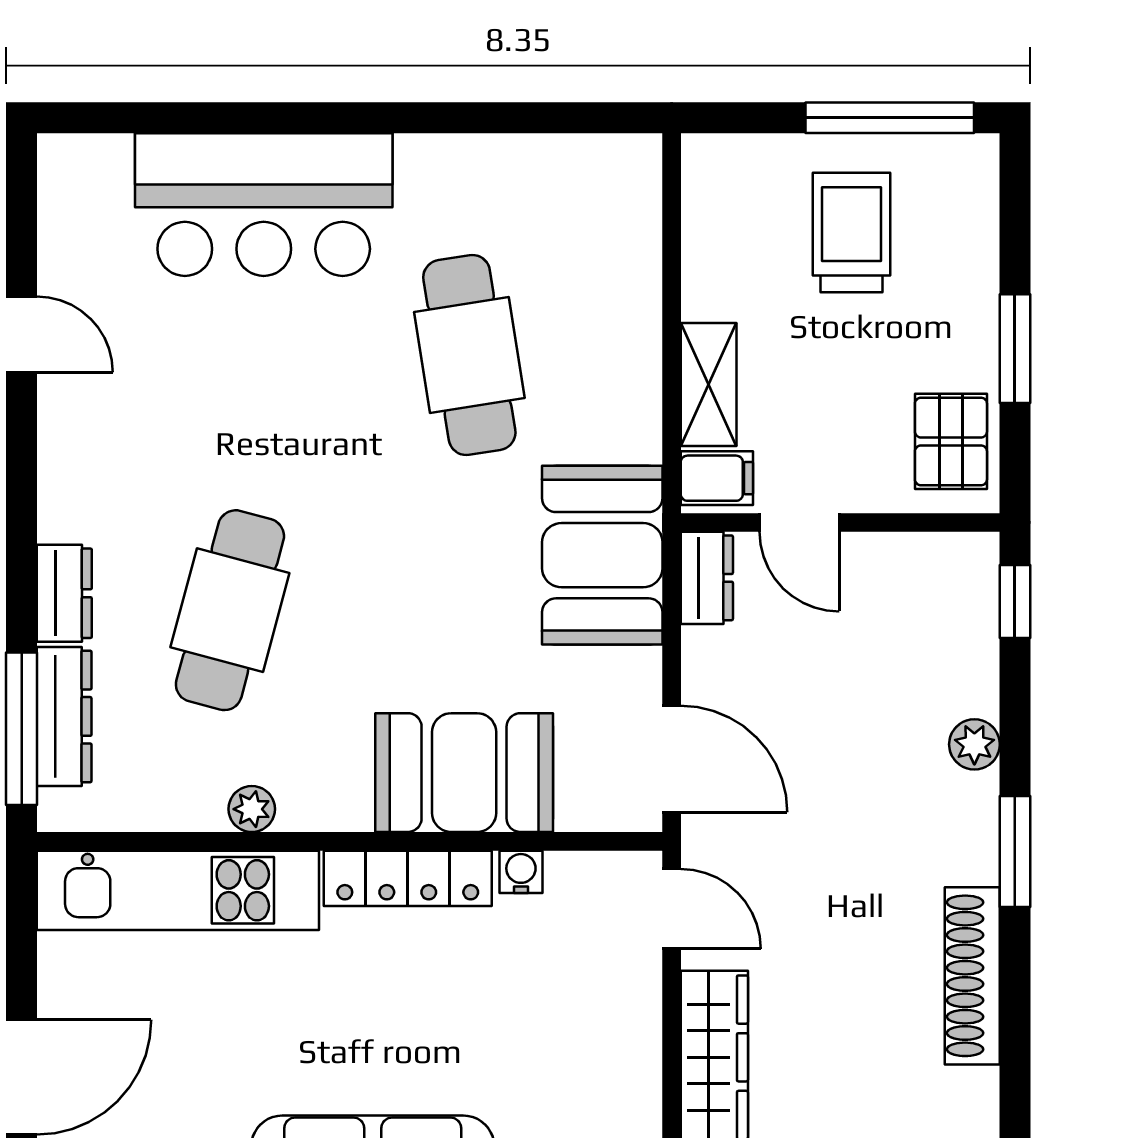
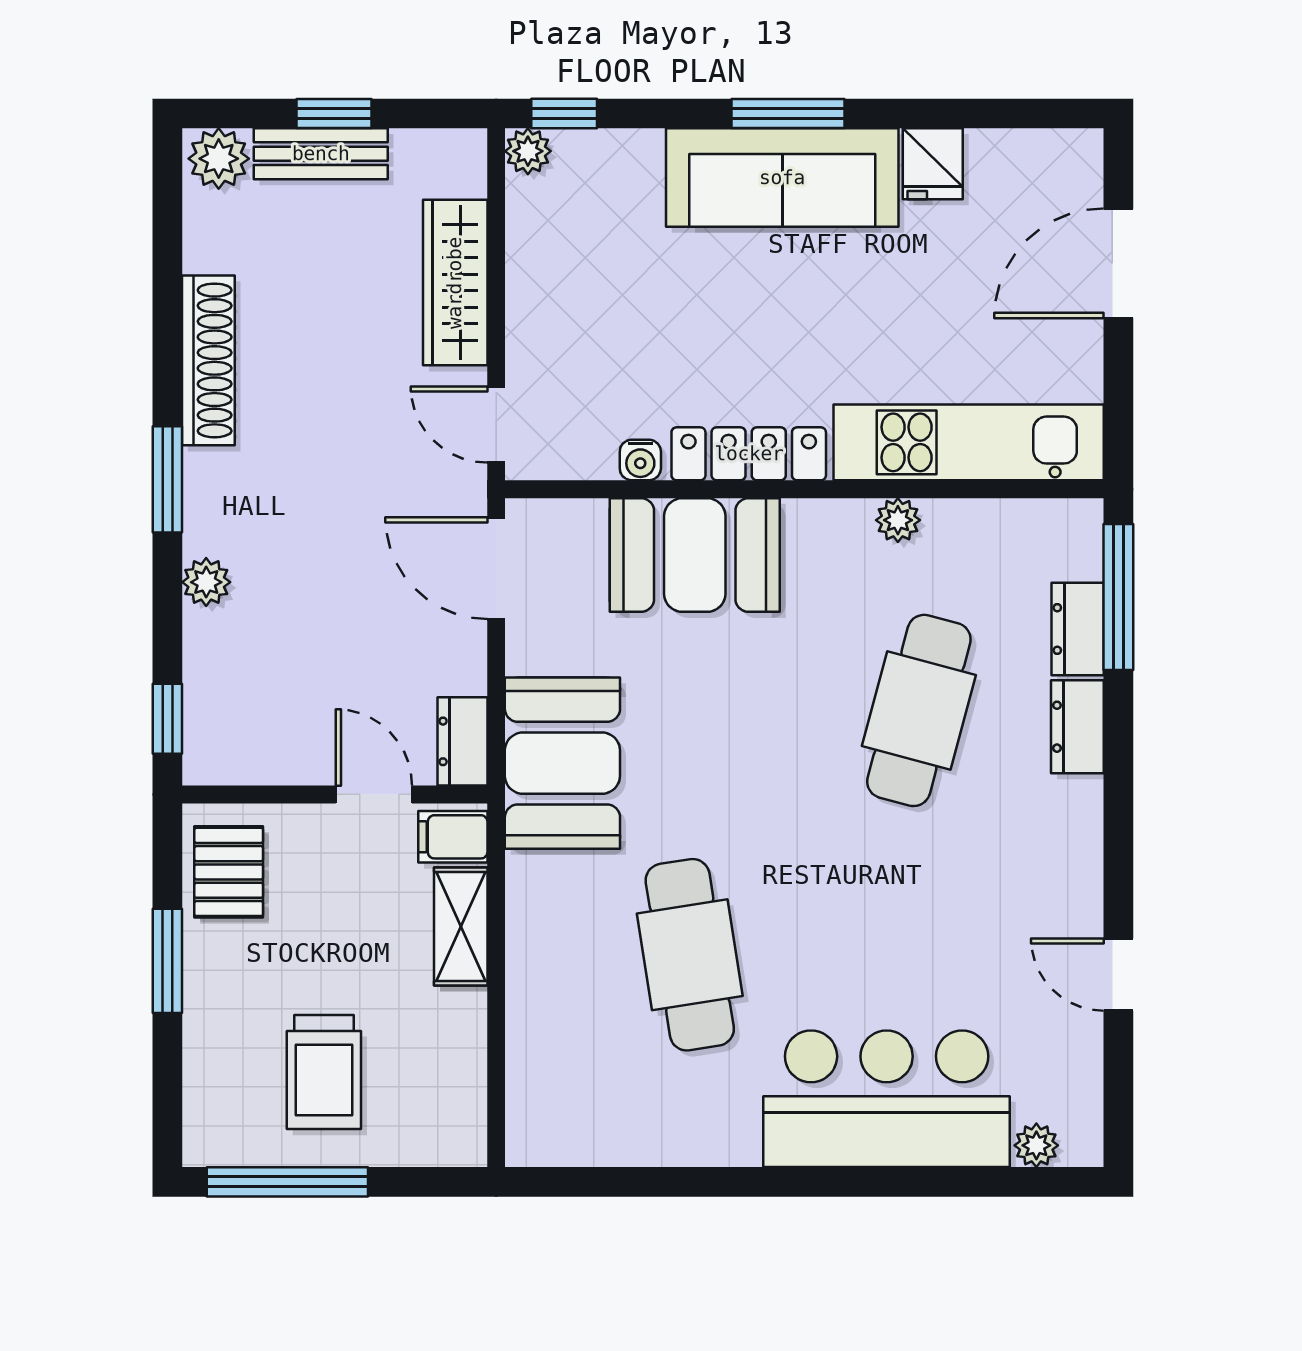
plant: (107, 156) -> (1036, 1145), added
dresser: (64, 716) -> (1078, 629), width x0.70

